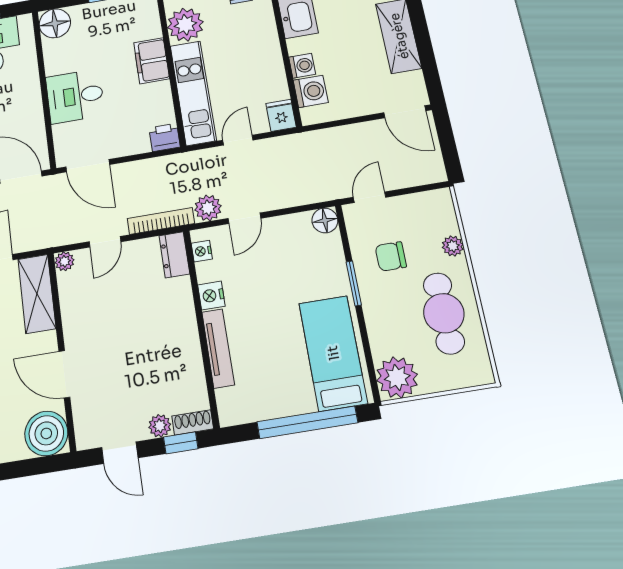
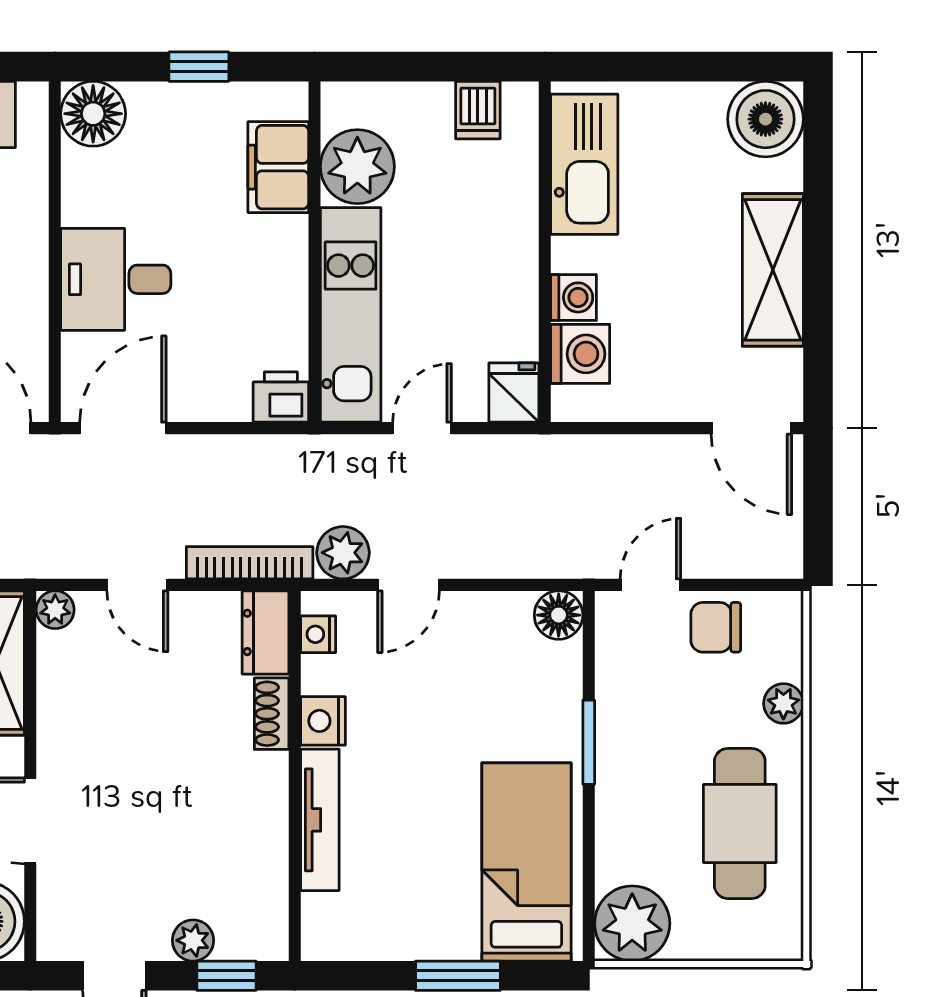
filing cabinet: (152, 61) -> (278, 167), moved
door: (88, 166) -> (123, 428), swing flipped
door: (105, 242) -> (137, 585), hinge flipped
chair: (391, 256) -> (716, 627), moved
shoe rack: (193, 422) -> (272, 714), moved, turned -90
window: (307, 422) -> (458, 976), width x0.47

